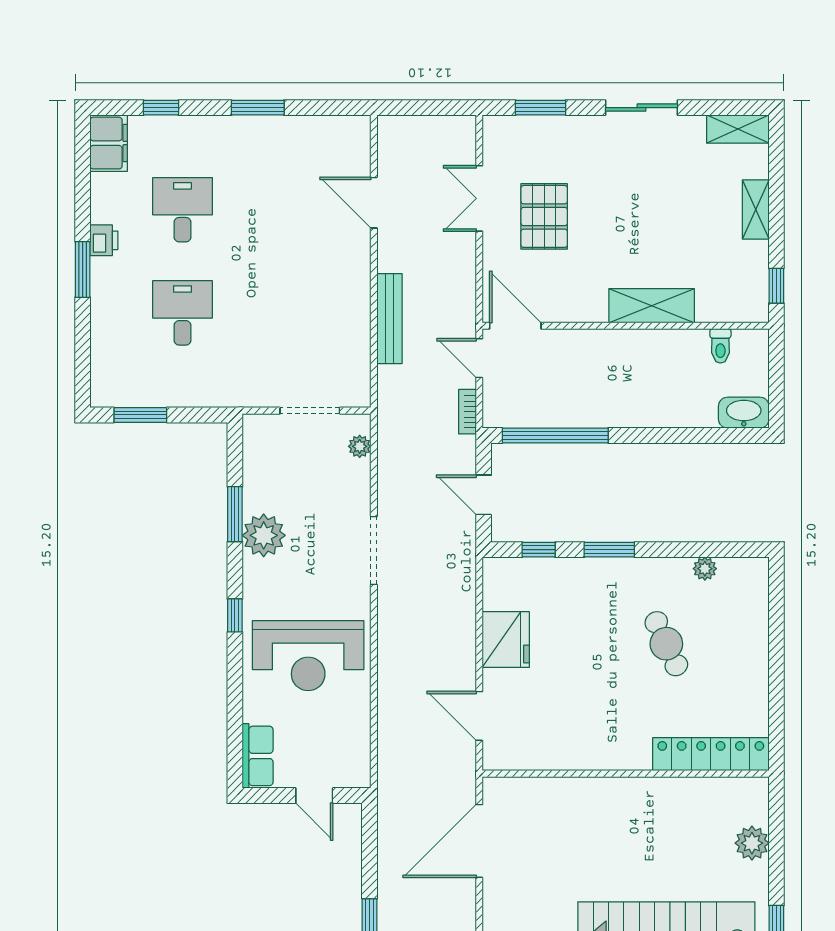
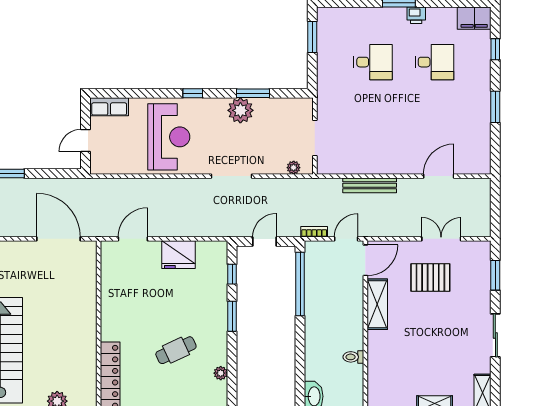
shelving: (652, 306) -> (377, 304), moved
toilet: (720, 346) -> (353, 357), moved
reception desk: (308, 656) -> (169, 137), turned 180

